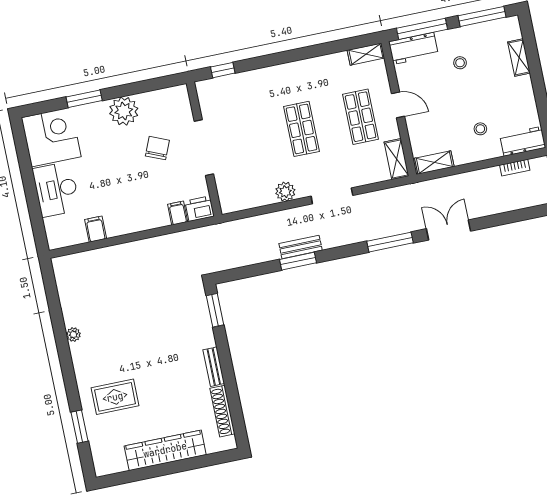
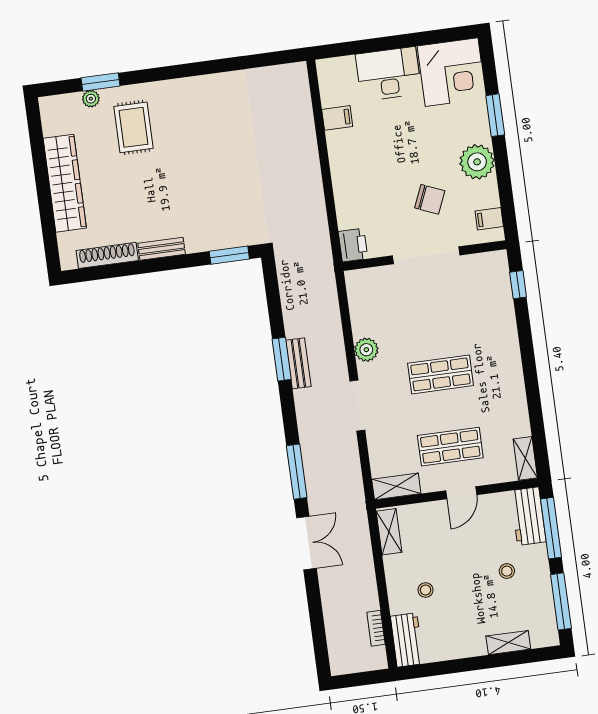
filing cabinet: (178, 213) -> (489, 219), moved, turned 180
plant: (73, 335) -> (91, 99), moved

